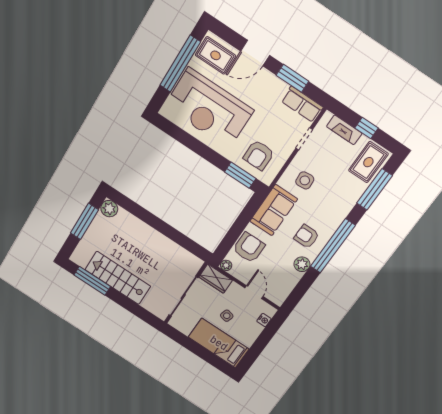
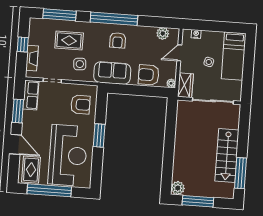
rug: (368, 162) -> (69, 41), moved
window: (240, 175) -> (99, 136), moved
plant: (302, 264) -> (163, 33), moved

